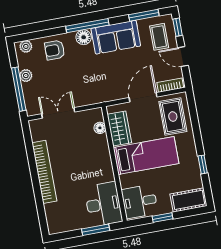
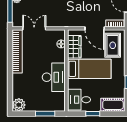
door: (143, 97) -> (95, 28), swing flipped
bookcase: (44, 172) -> (17, 51), moved
desk: (103, 204) -> (54, 77), moved
plant: (56, 224) -> (19, 105), added

